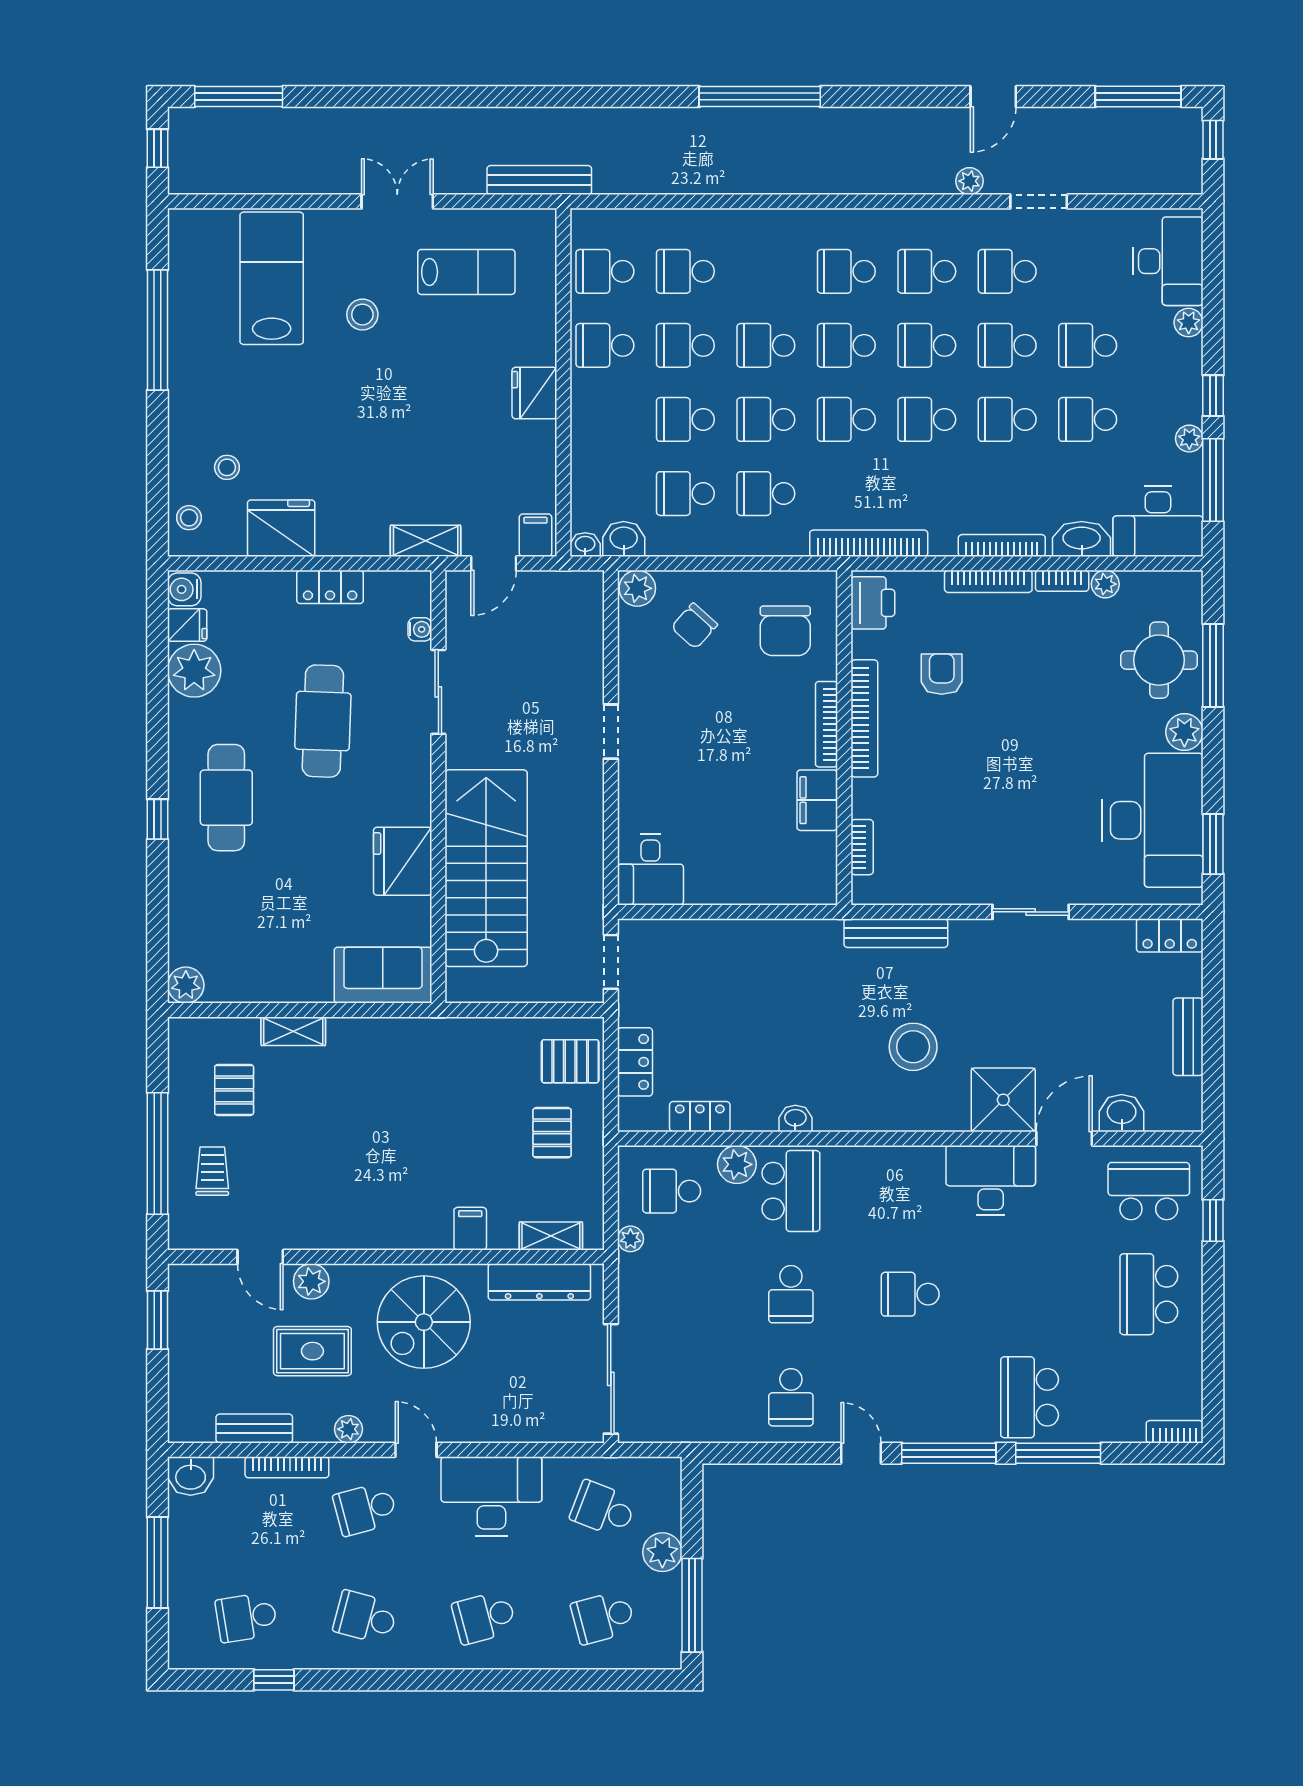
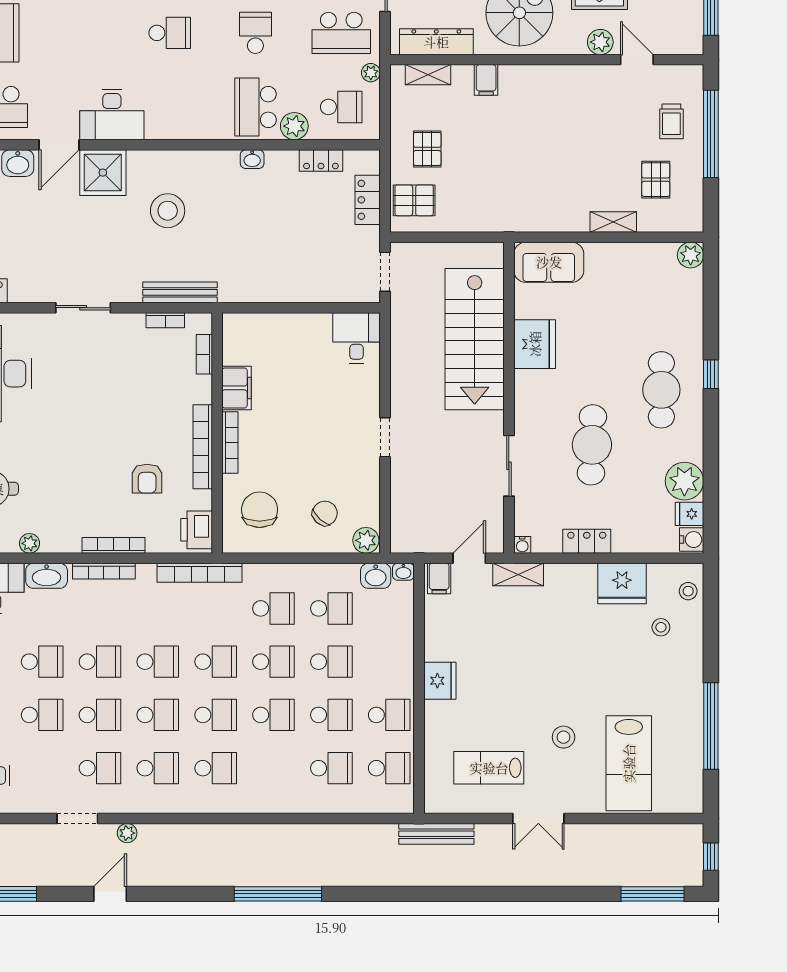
bookcase: (1062, 581) -> (165, 320), moved, turned 180
water cooler: (420, 629) -> (522, 545), moved, turned -90
school desk: (672, 1294) -> (341, 33), added

